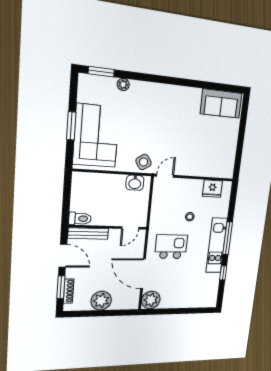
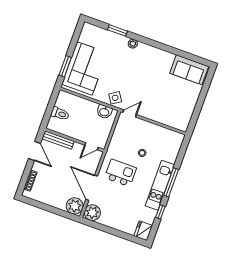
window: (101, 72) -> (117, 30), moved
plant: (123, 85) -> (133, 44), moved
window: (71, 126) -> (65, 66), moved
fridge: (212, 189) -> (143, 231), moved, turned 90
toilet: (80, 219) -> (60, 114), moved
window: (61, 287) -> (26, 175), removed
plant: (101, 301) -> (75, 206), moved

